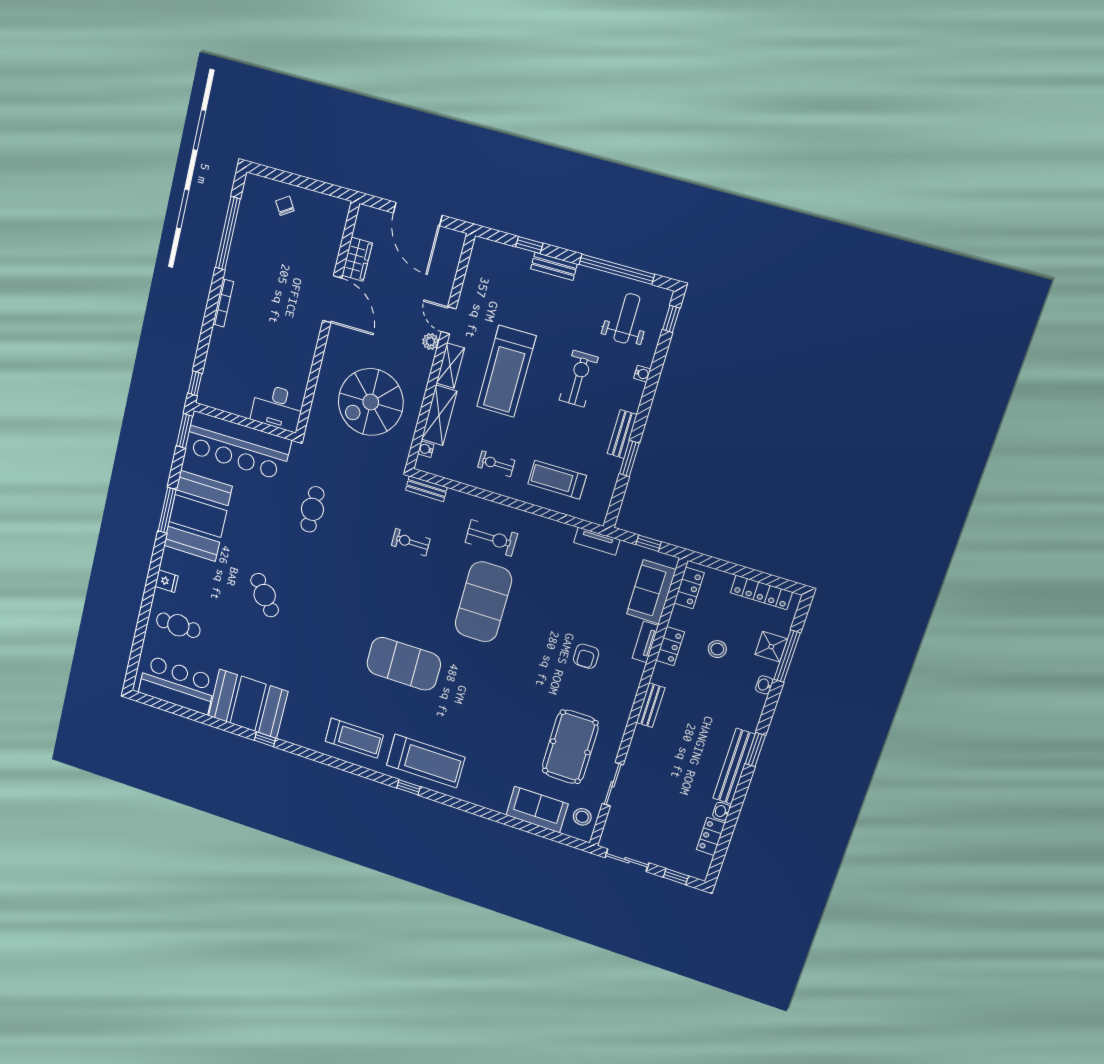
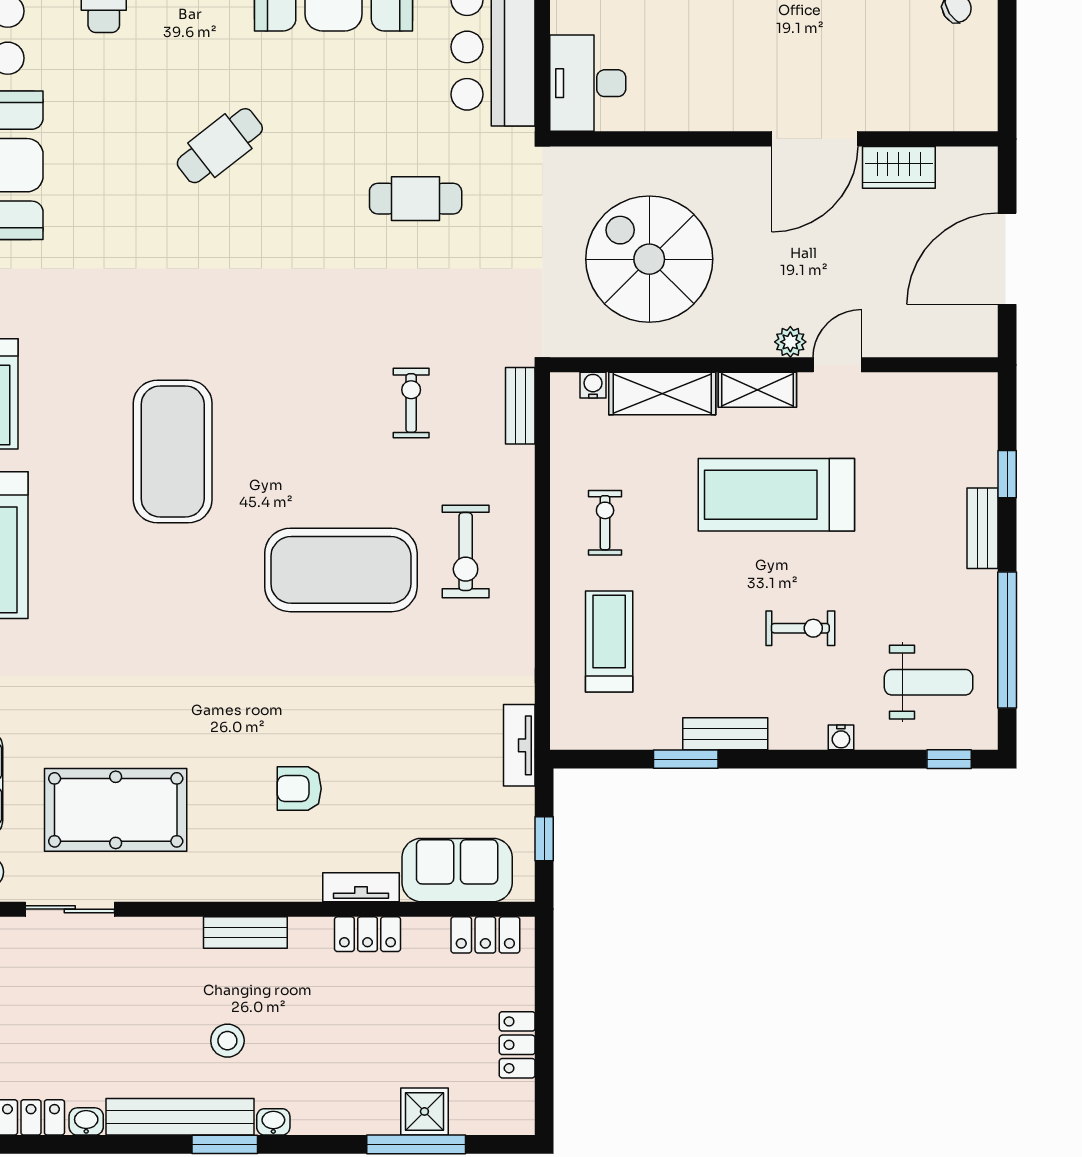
exercise bike: (579, 379) -> (800, 628), width x0.73, depth x0.72
locker: (761, 592) -> (517, 1045), width x0.66
stool: (717, 649) -> (227, 1041), moved
washbasin: (764, 685) -> (273, 1122), moved

